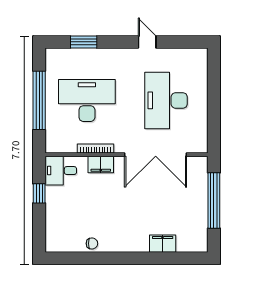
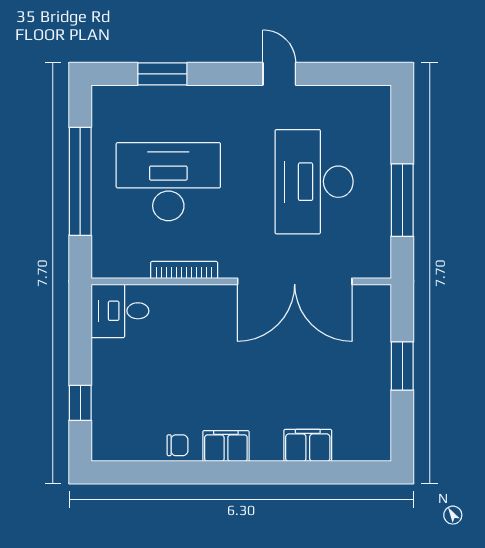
window: (214, 111) -> (402, 200), added
filing cabinet: (101, 164) -> (226, 446), moved, turned 180
window: (39, 193) -> (80, 403), moved
window: (214, 200) -> (402, 366), width x0.47

